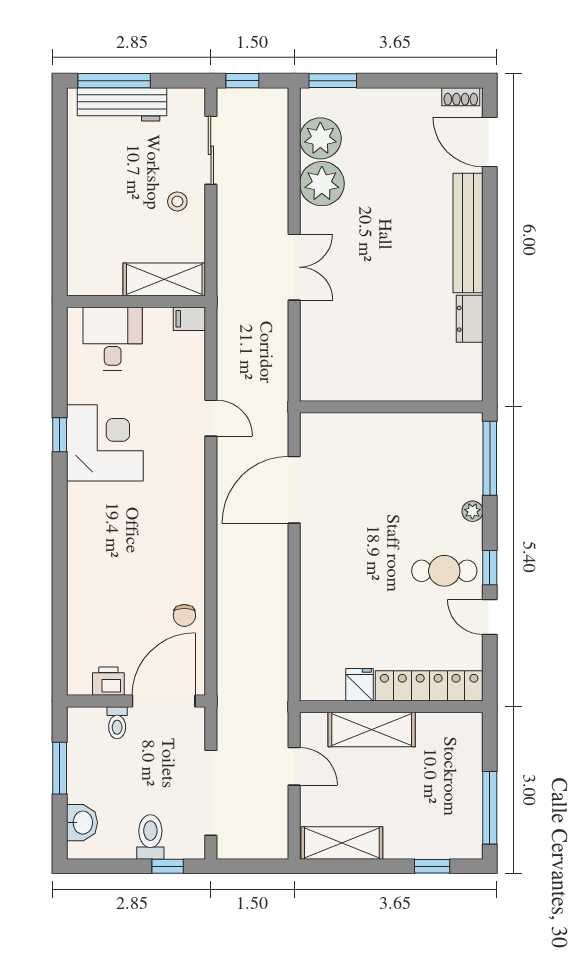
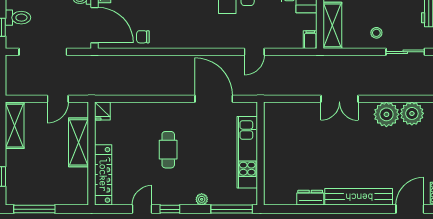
kitchen unit: (389, 430) -> (247, 152), added
cafe table: (444, 571) -> (168, 150), moved
fridge: (360, 685) -> (102, 111), moved, turned 90

